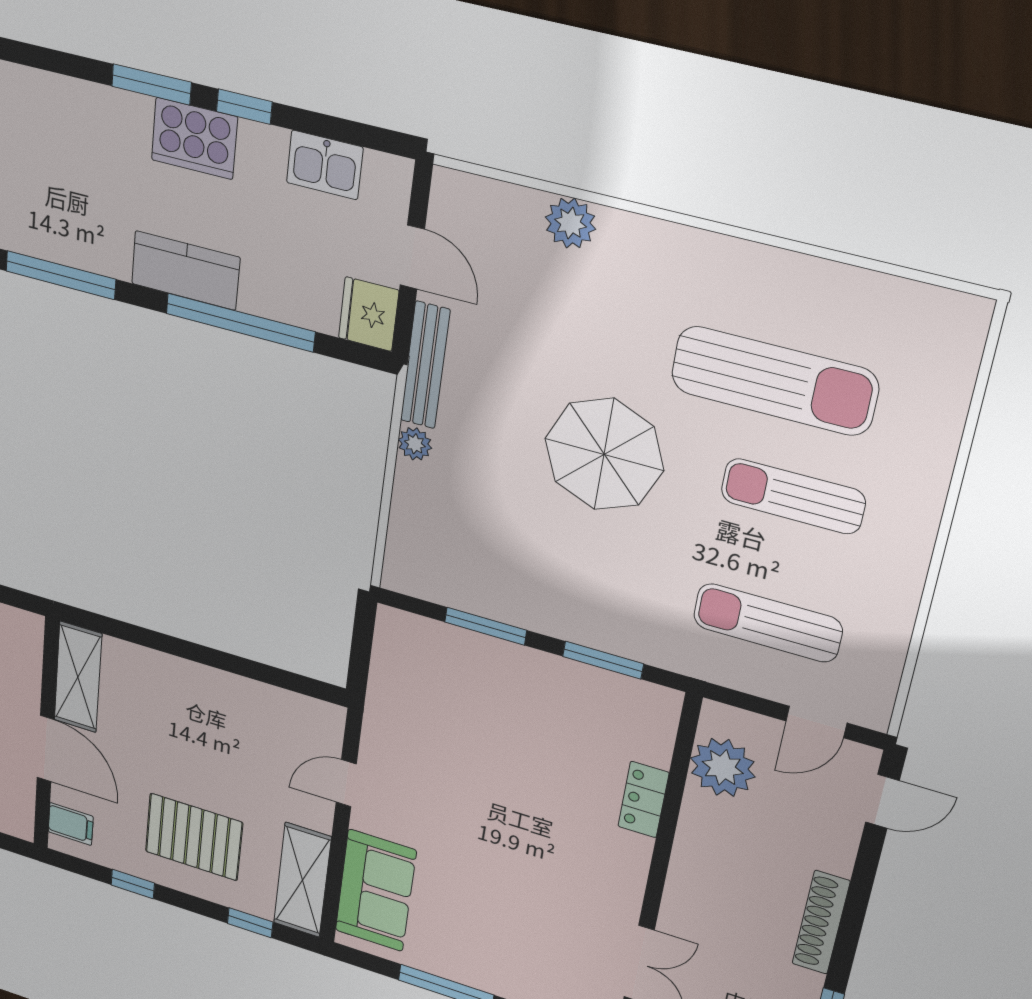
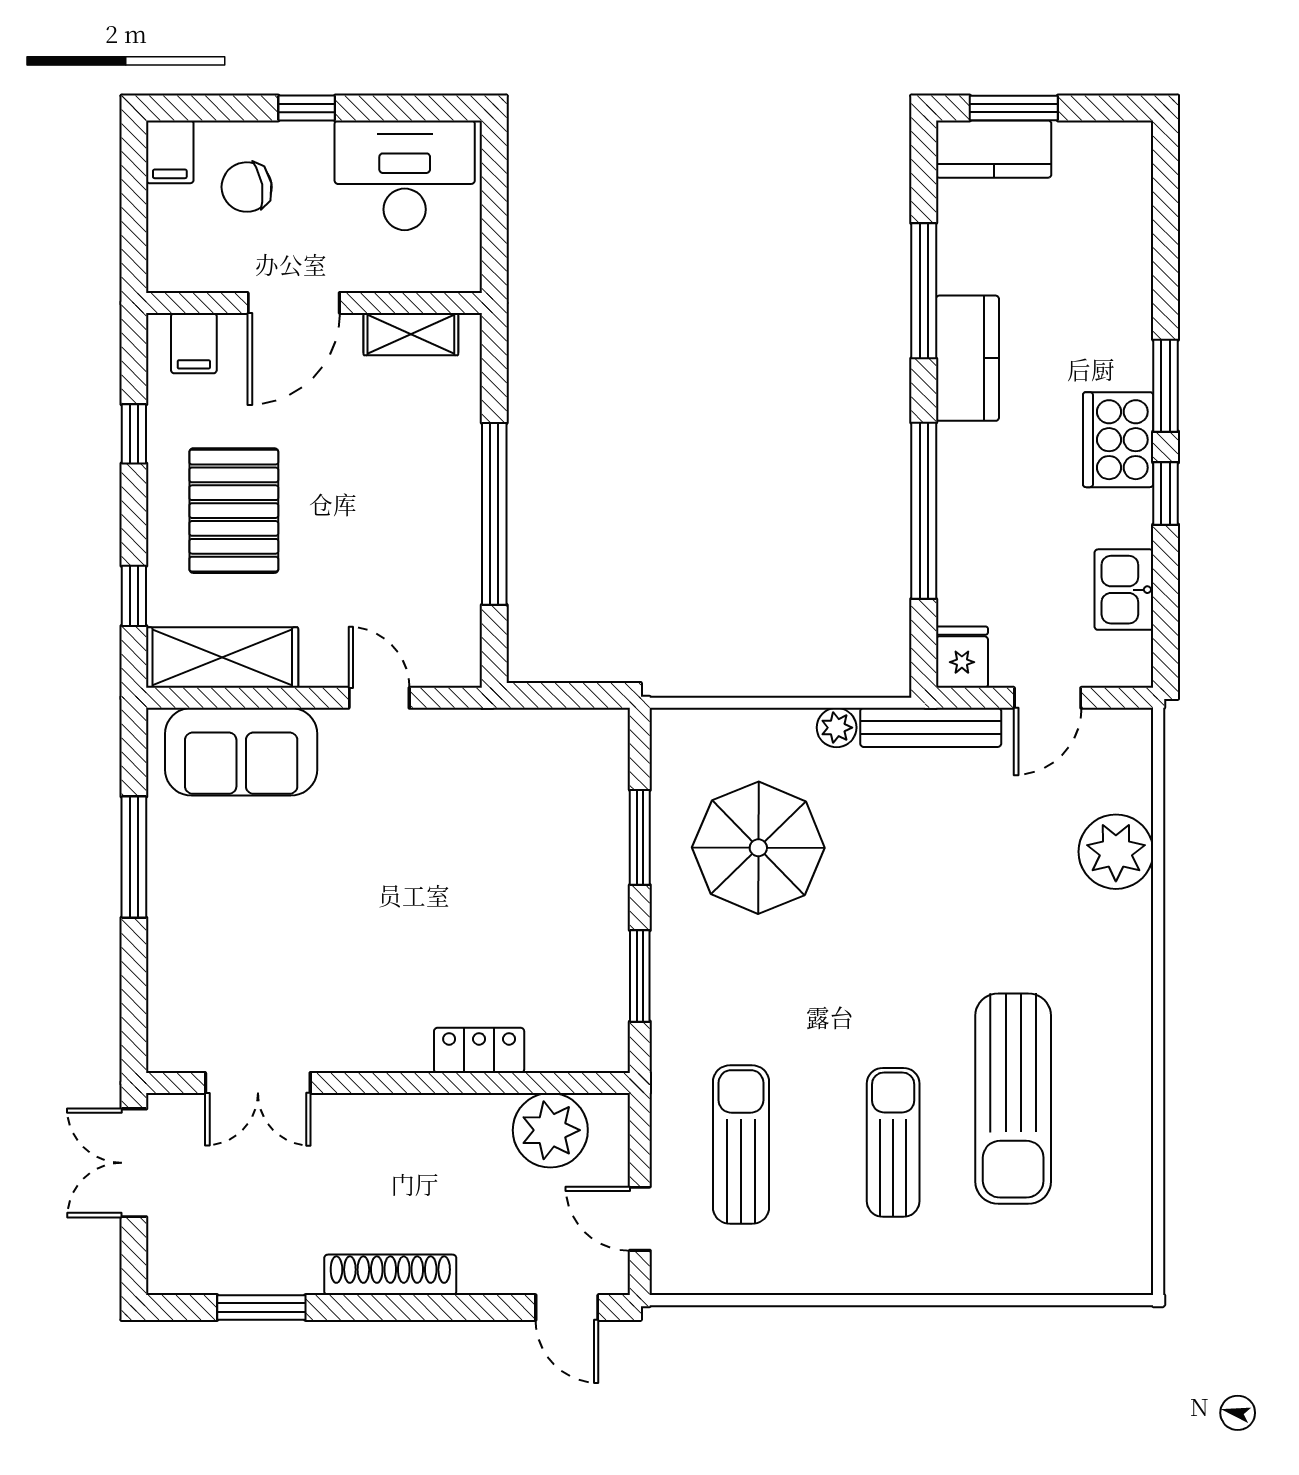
plant: (571, 223) -> (1116, 852), width x1.36, depth x1.36
kitchen counter: (186, 271) -> (967, 358), moved
fridge: (369, 314) -> (962, 657), width x0.72
parasol: (604, 454) -> (758, 848), moved
window: (212, 658) -> (494, 514), added
shelving: (78, 677) -> (411, 334), width x0.67, depth x0.75

